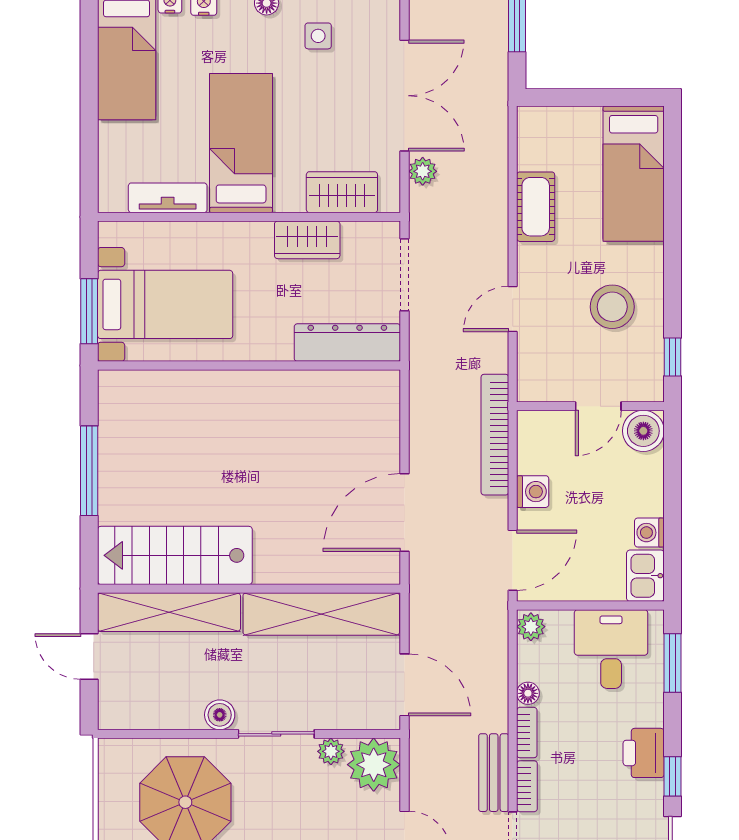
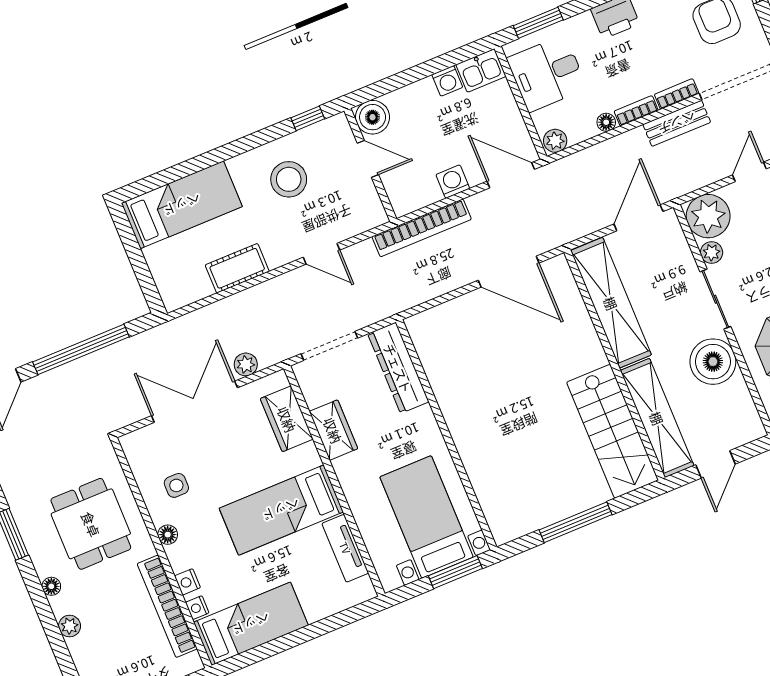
boiler: (220, 715) -> (713, 362), width x1.86, depth x1.86

